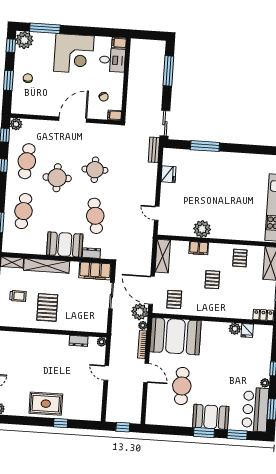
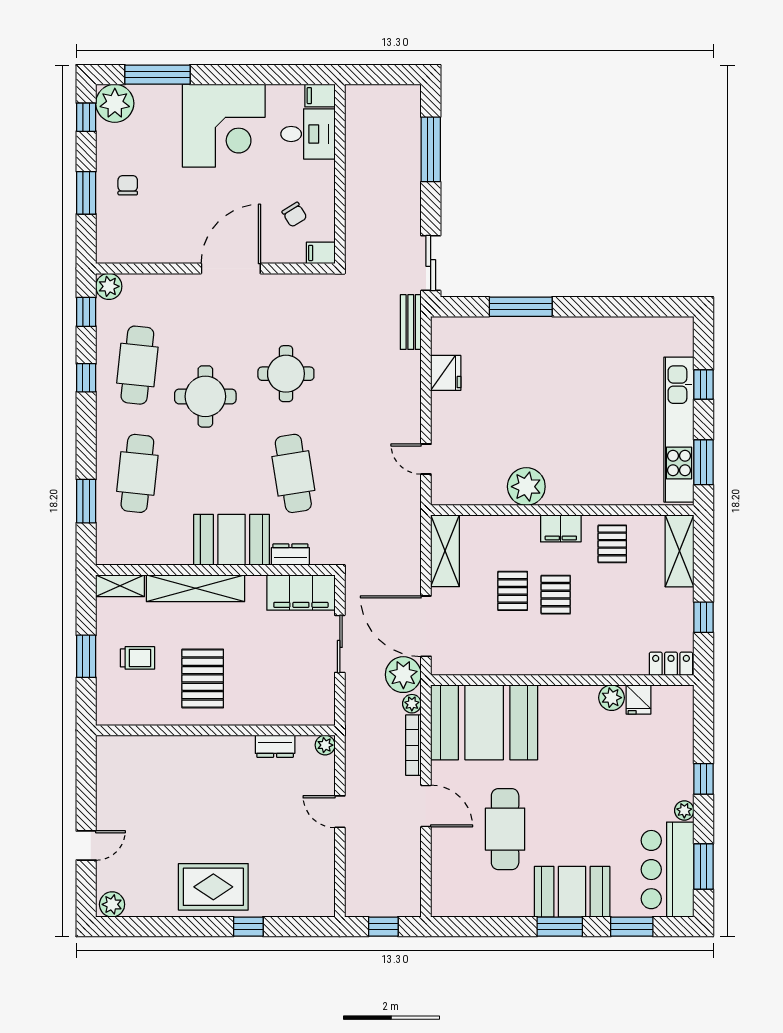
filing cabinet: (199, 248) -> (561, 528), moved
pallet: (174, 299) -> (513, 591), moved

